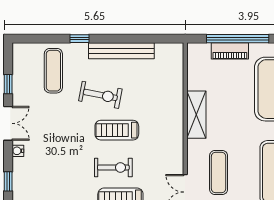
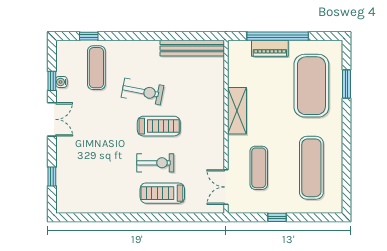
window: (79, 39) -> (89, 36), moved
bench: (121, 51) -> (192, 48), moved
treadmill: (117, 130) -> (159, 126), turned 180
water cooler: (18, 151) -> (61, 82), moved

